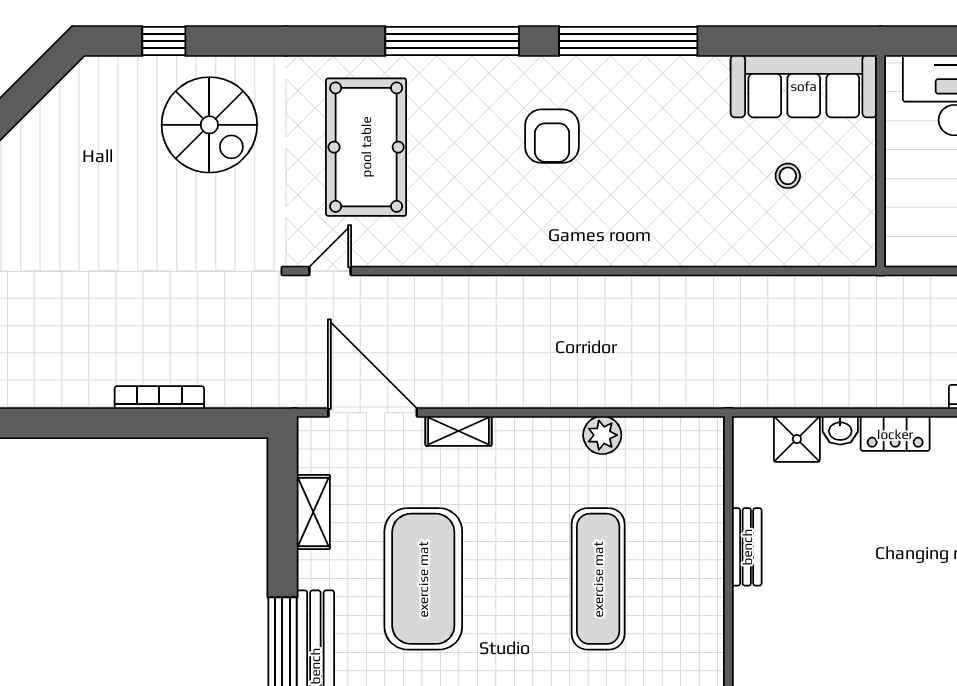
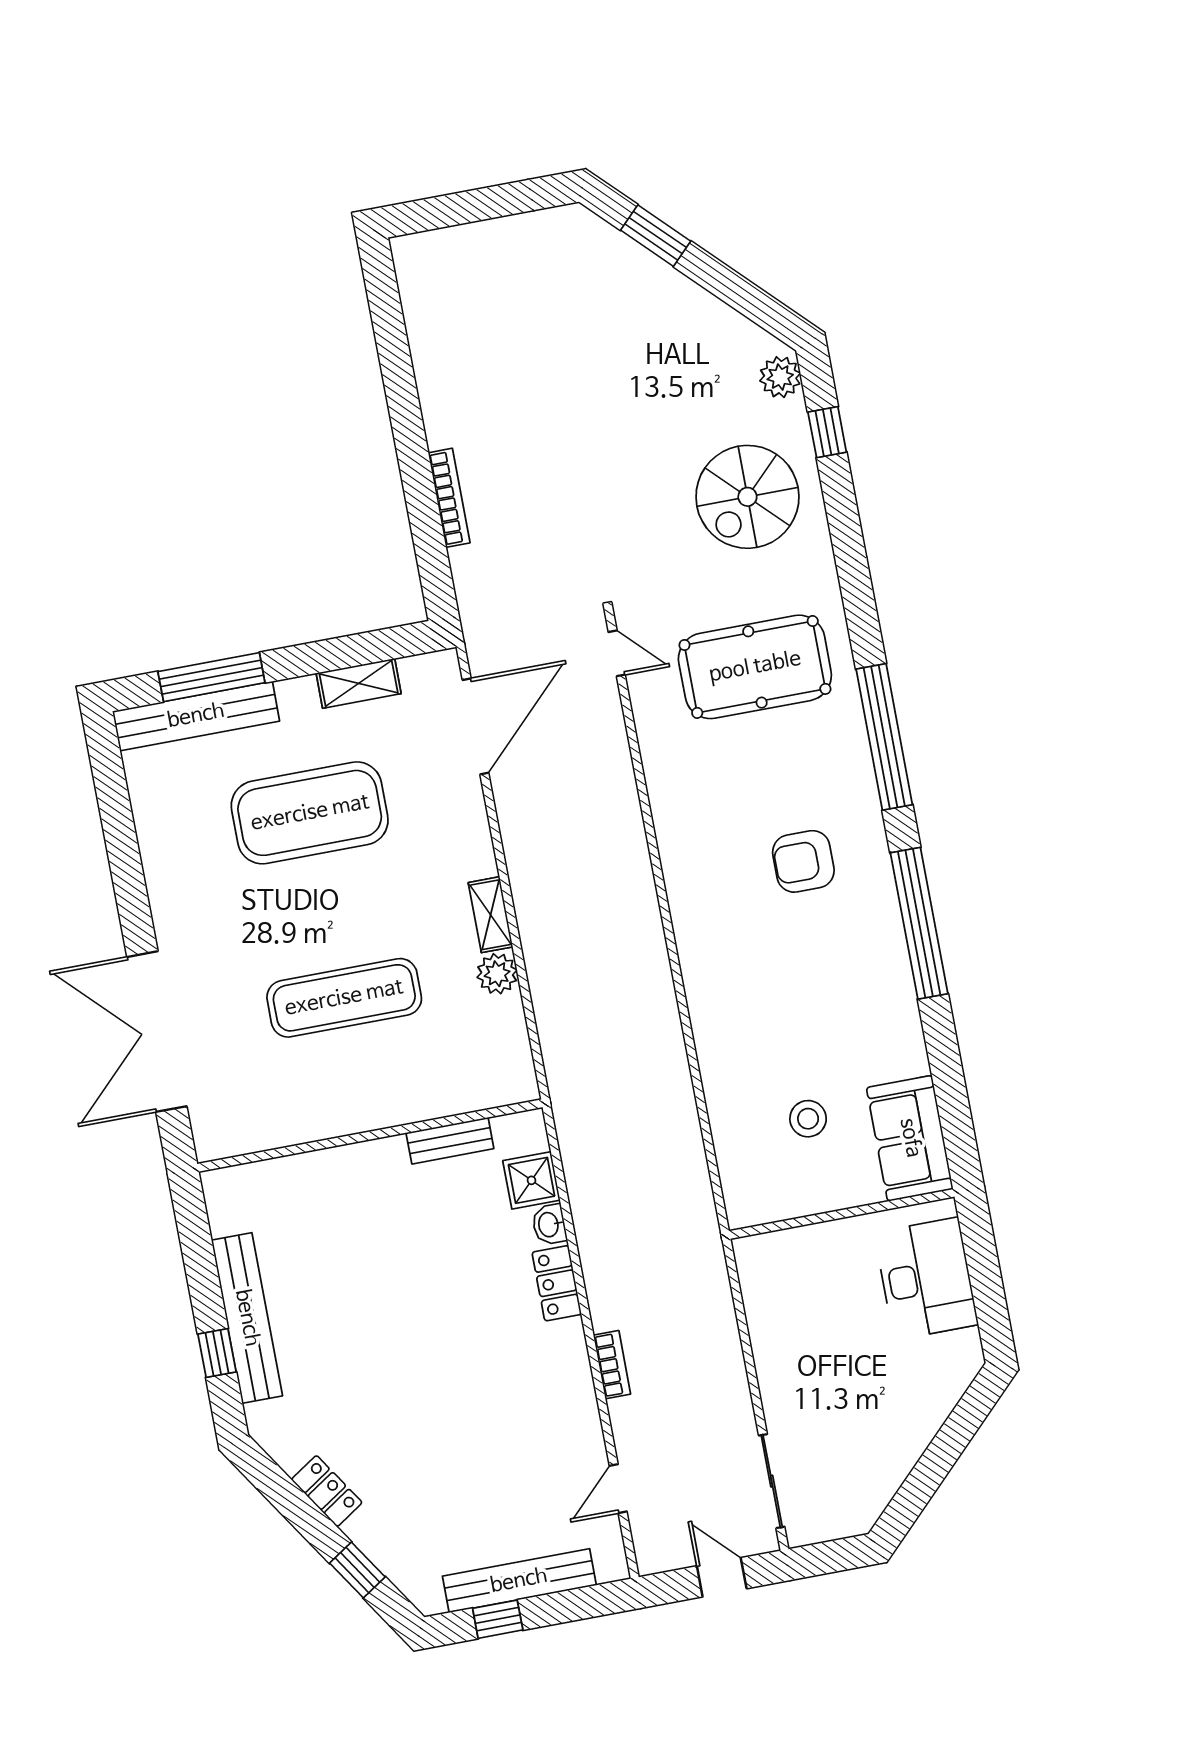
plant: (106, 74) -> (780, 377), added
sofa: (804, 86) -> (910, 1138), width x0.73
stool: (788, 176) -> (808, 1119), width x1.37, depth x1.37
shelving: (459, 431) -> (491, 915), moved
bench: (747, 547) -> (450, 1141), moved

